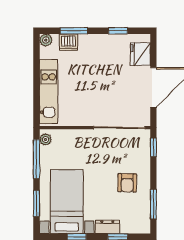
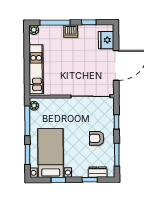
window: (74, 31) -> (55, 23), width x1.44
dishwasher: (68, 42) -> (71, 31), moved
window: (153, 147) -> (117, 122), moved
armchair: (127, 183) -> (97, 138), turned 89
dresser: (107, 227) -> (98, 172), moved

